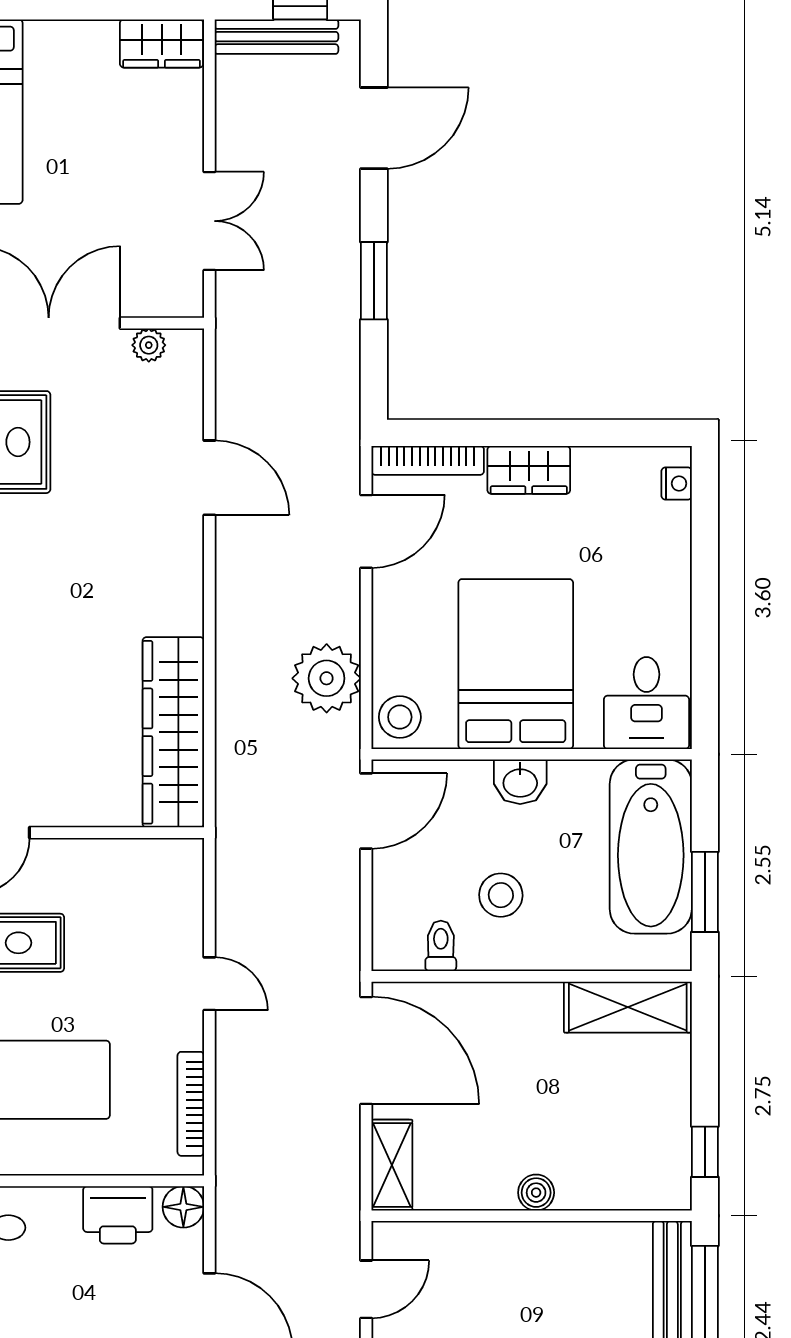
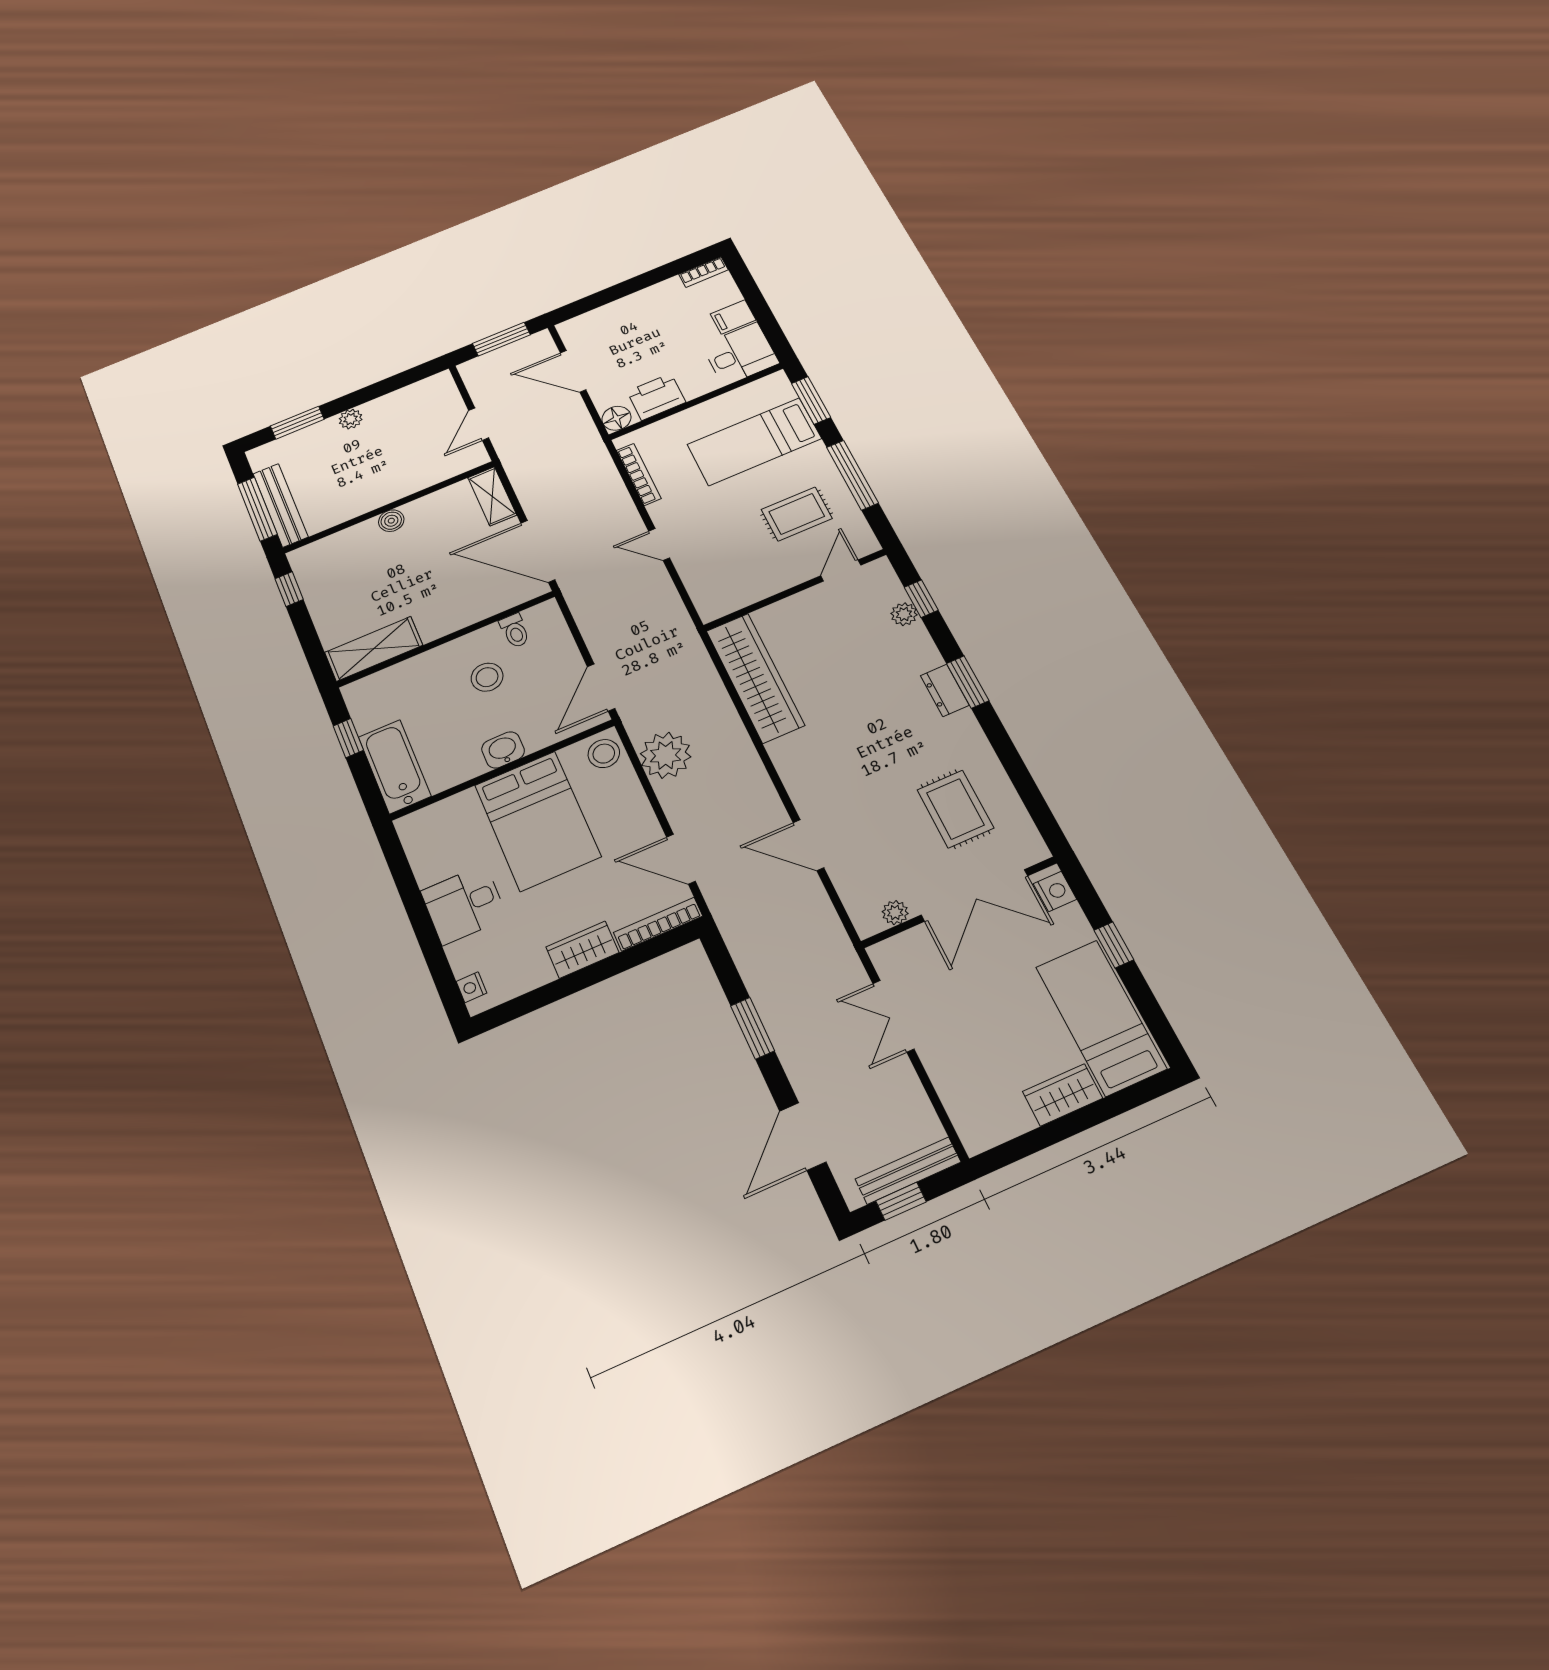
wardrobe: (162, 43) -> (1063, 1095), moved
door: (366, 531) -> (681, 859), hinge flipped
desk: (646, 703) -> (464, 904), moved, turned -90
bathtub: (651, 847) -> (395, 767), width x0.73, depth x0.73
window: (705, 892) -> (348, 738), width x0.67

